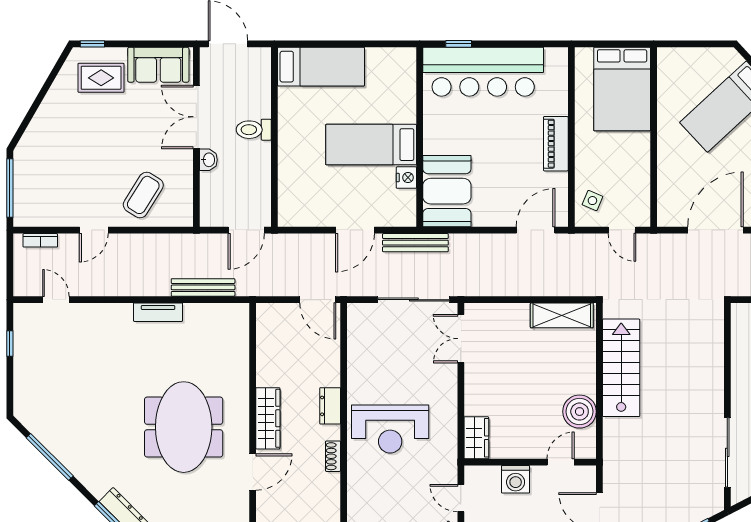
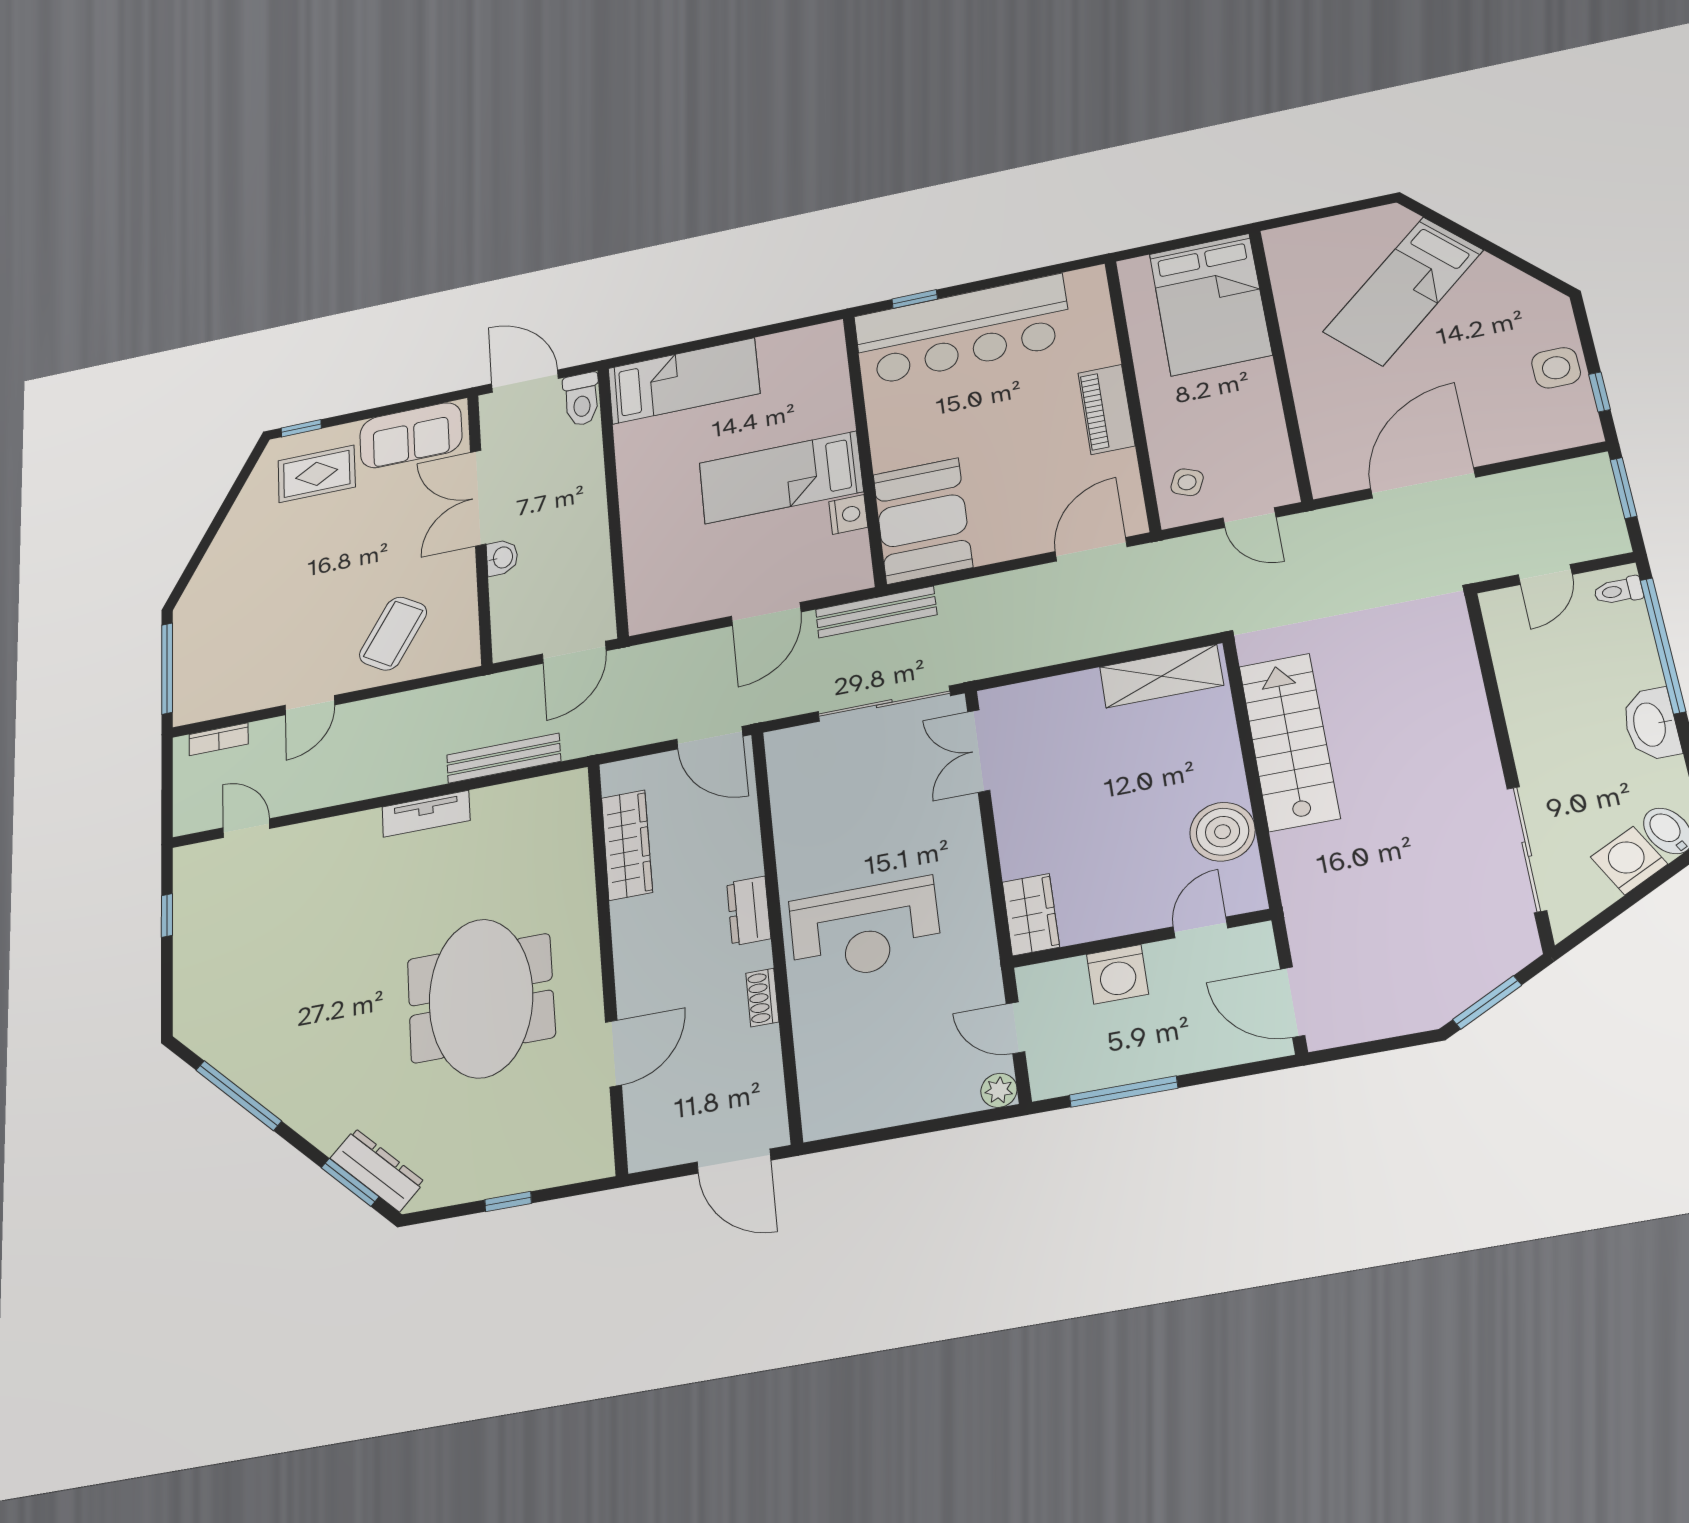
toilet: (254, 130) -> (581, 399), moved, turned -90
wardrobe: (268, 418) -> (627, 845), moved

